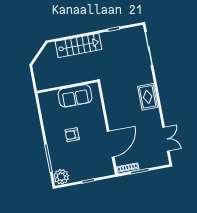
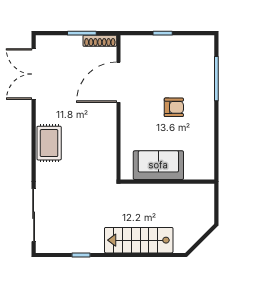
double door: (166, 139) -> (34, 74), width x1.37
plant: (61, 177) -> (202, 47), removed

